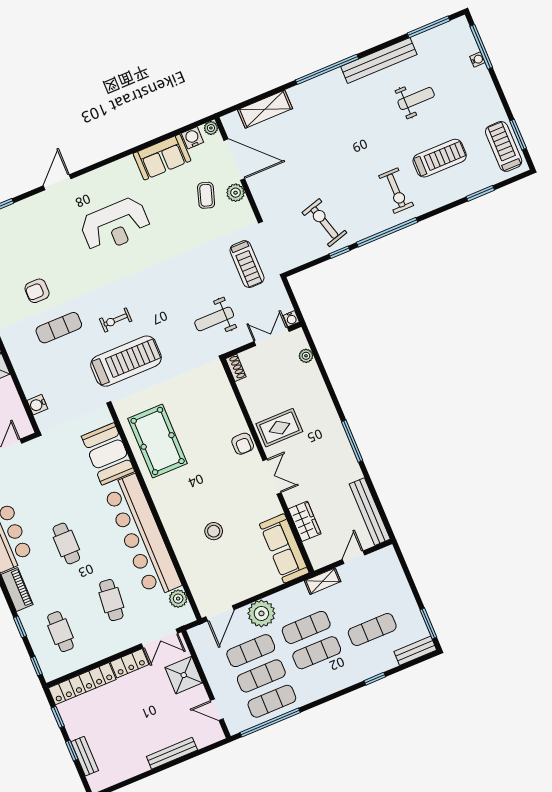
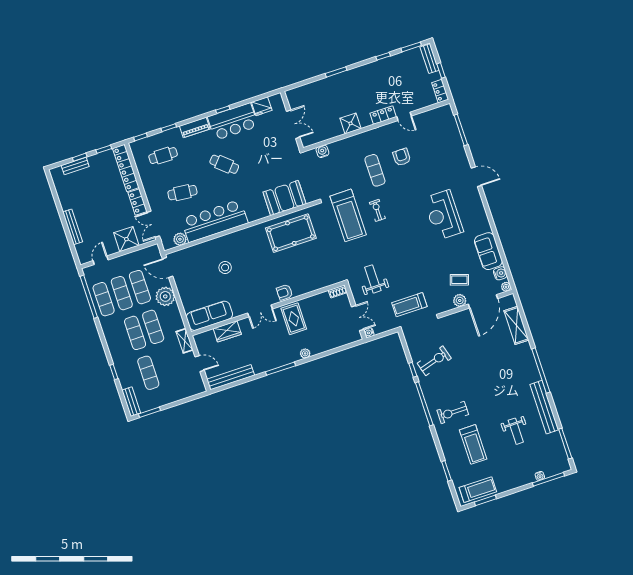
plant: (306, 356) -> (305, 353), moved
bar counter: (142, 536) -> (215, 221), width x0.73
cafe table: (66, 544) -> (224, 164), turned 41

